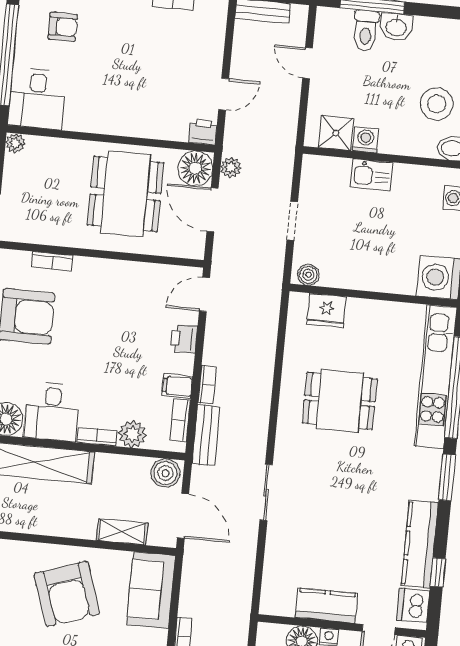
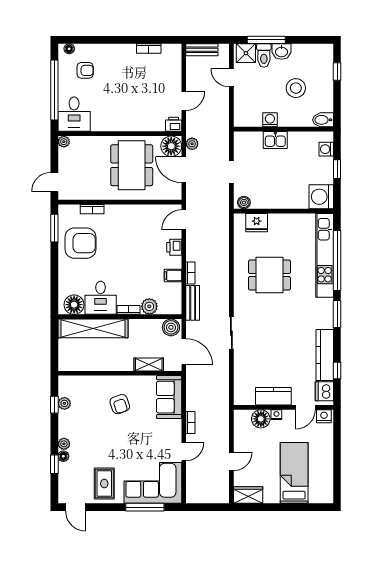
stool: (437, 104) -> (296, 88), moved
shower: (336, 133) -> (246, 53), moved
bookcase: (180, 420) -> (177, 295), removed
armchair: (67, 594) -> (120, 404), width x0.53, depth x0.53

